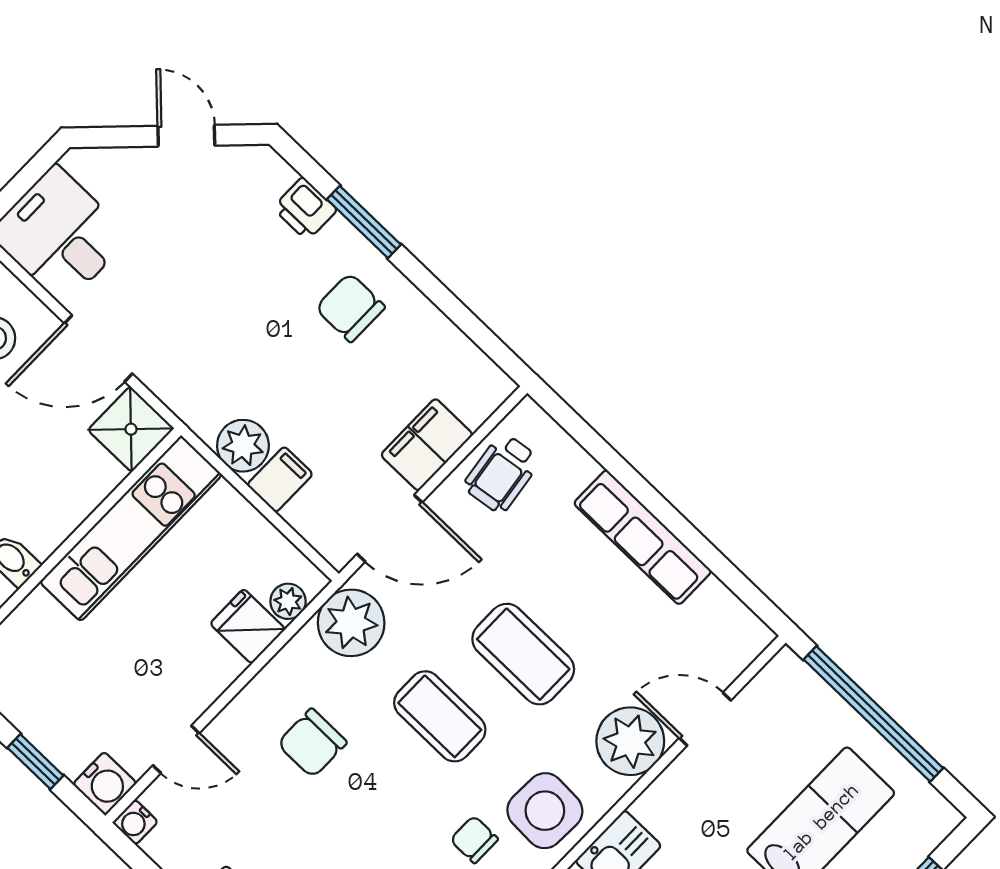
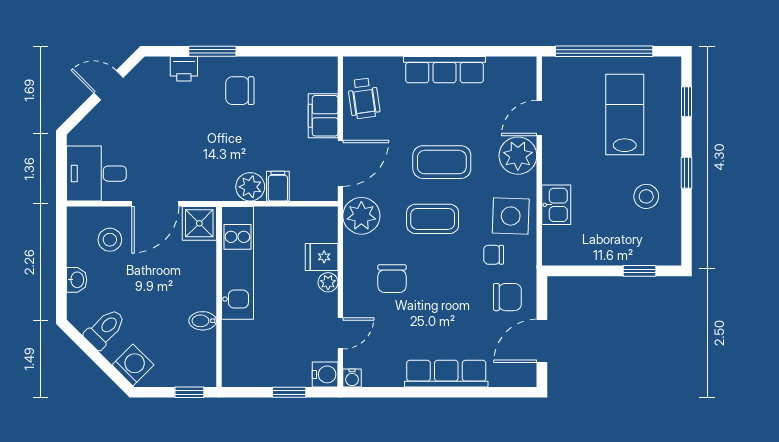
plant: (288, 601) -> (328, 282), moved

